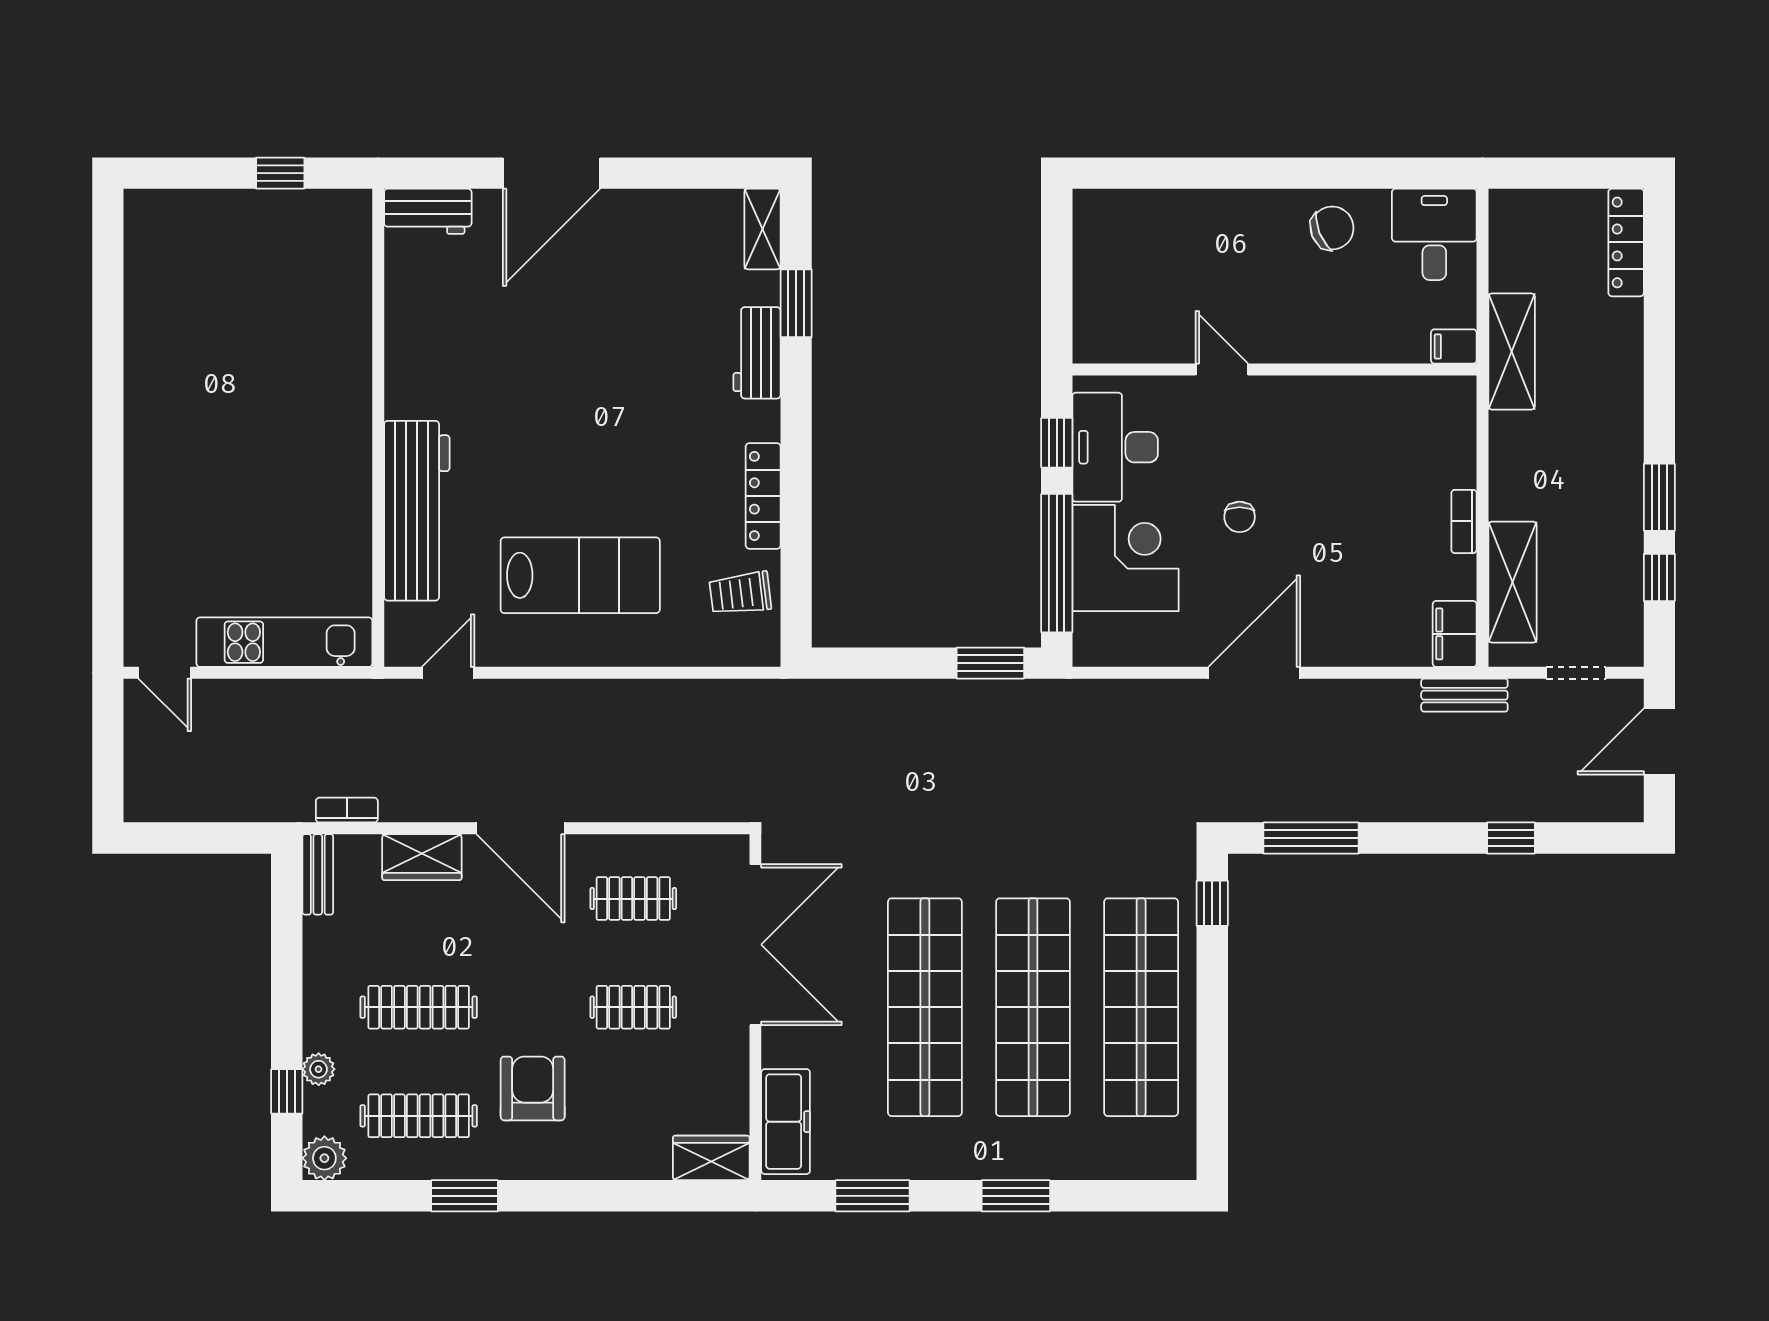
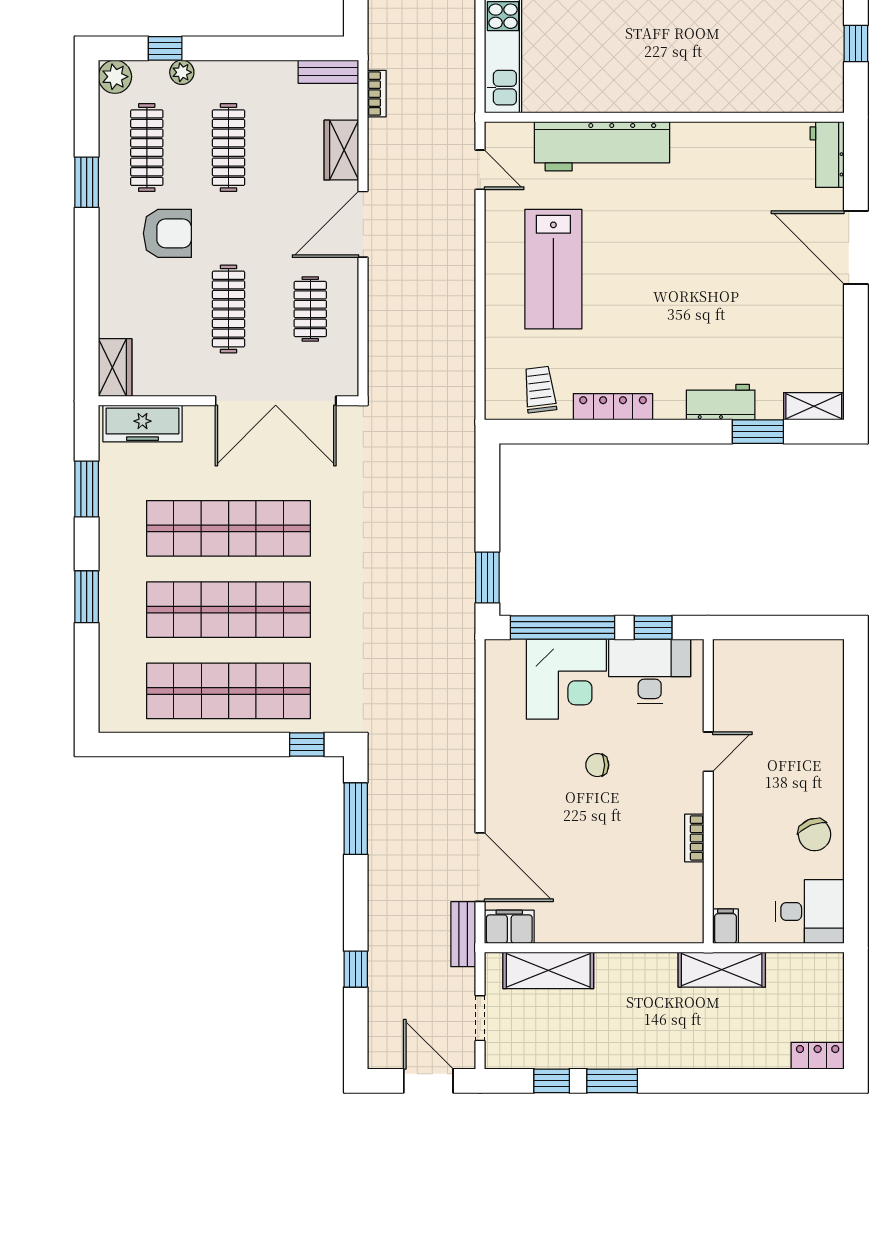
locker: (1626, 242) -> (818, 1056), width x0.66
bookcase: (1464, 521) -> (694, 838), moved, turned -90
door: (1254, 673) -> (480, 867), moved
clothes rail: (633, 1007) -> (229, 309), width x1.36

